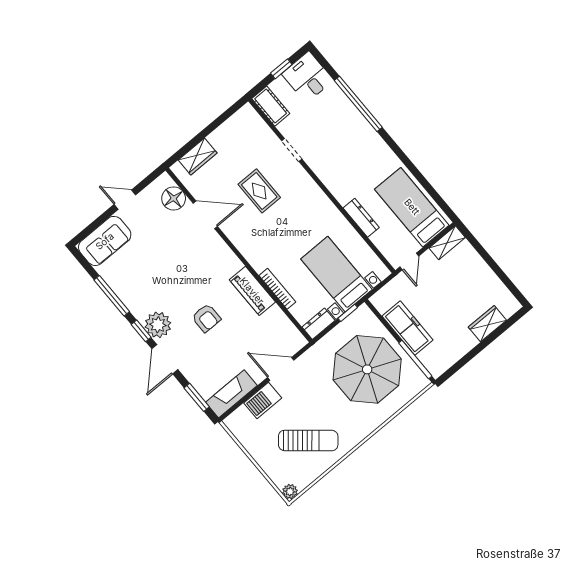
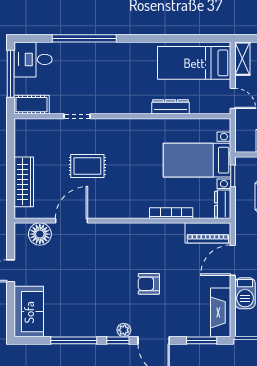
window: (281, 69) -> (11, 74), width x2.17
wardrobe: (198, 157) -> (24, 182), width x1.50
piano: (252, 291) -> (208, 233), moved
armchair: (206, 318) -> (149, 284), turned 180
plant: (158, 325) -> (124, 330), width x0.53, depth x0.53

